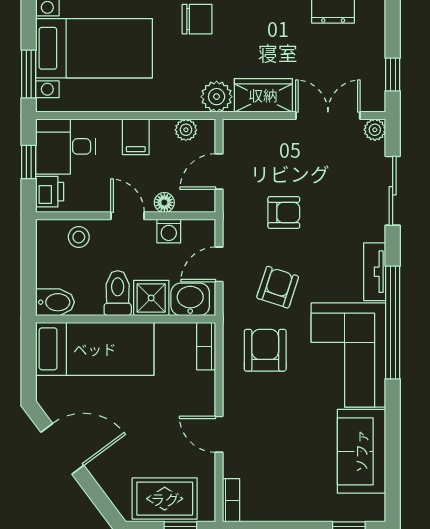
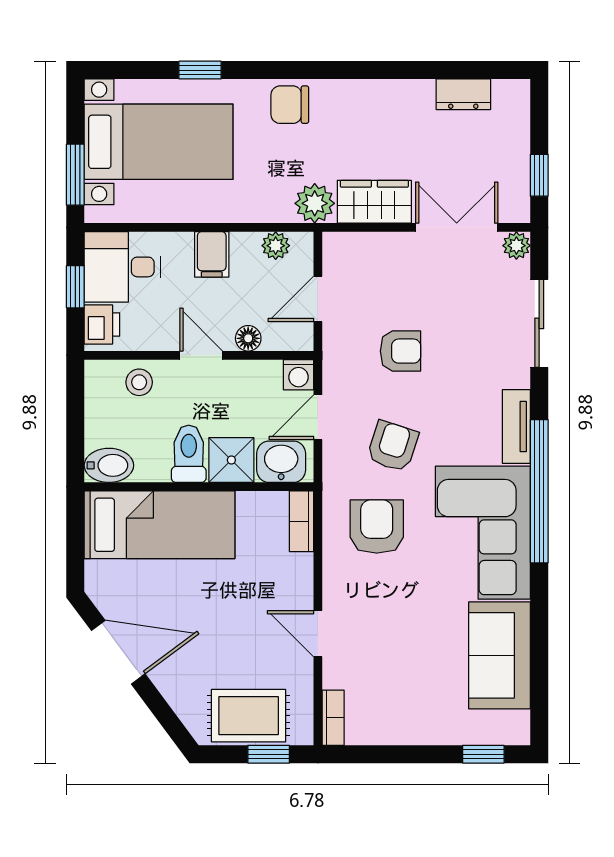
chair: (197, 19) -> (290, 105), turned 180
washing machine: (169, 231) -> (299, 375), moved

